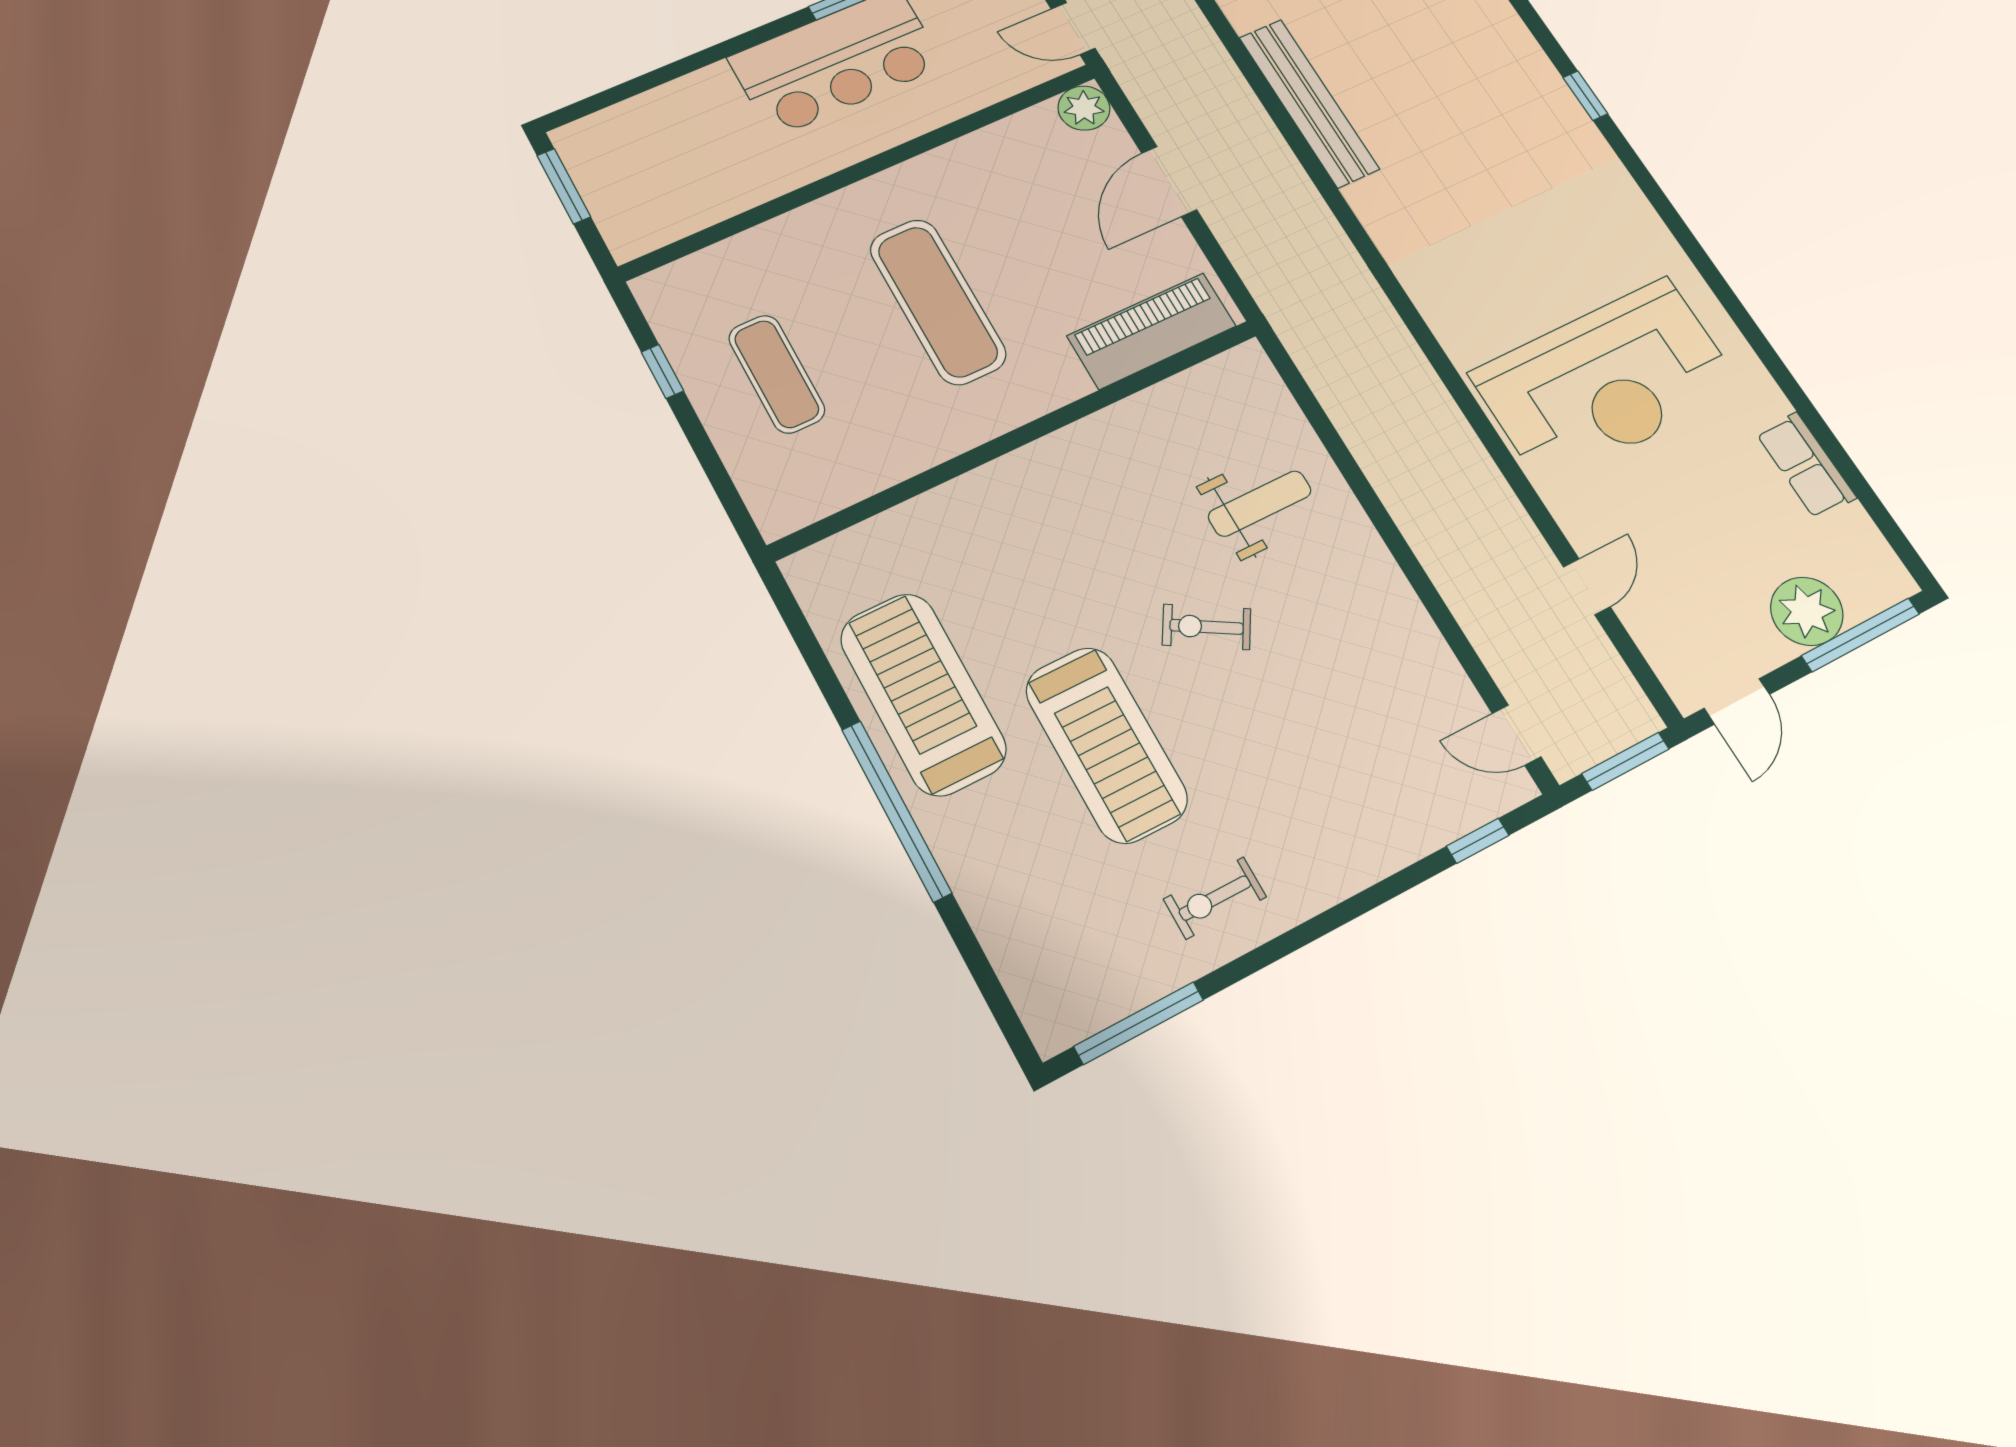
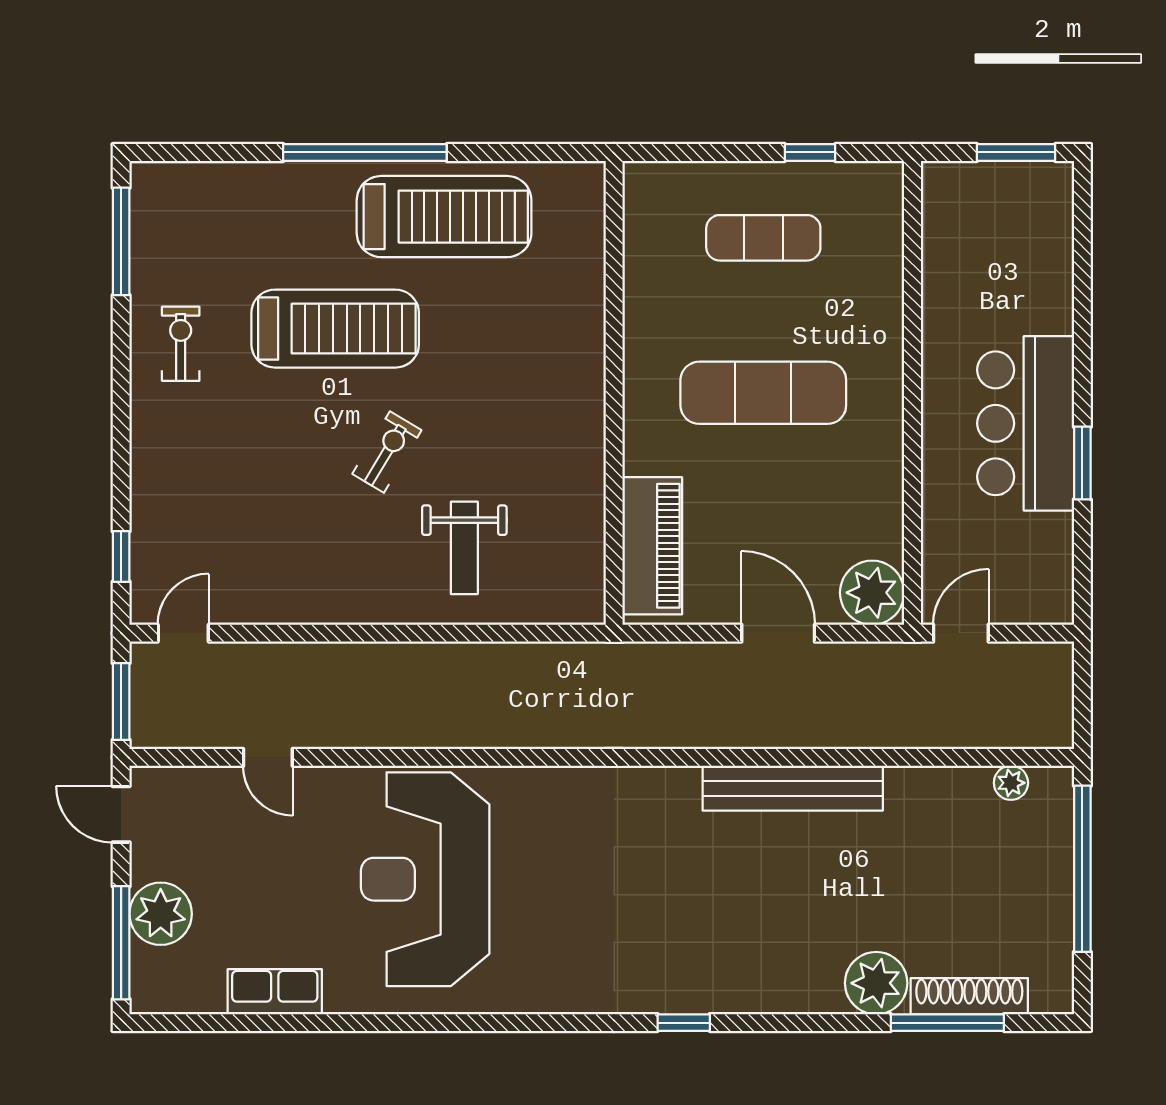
plant: (1084, 108) -> (872, 593), width x1.36, depth x1.36
treadmill: (1106, 744) -> (335, 329), turned 180

